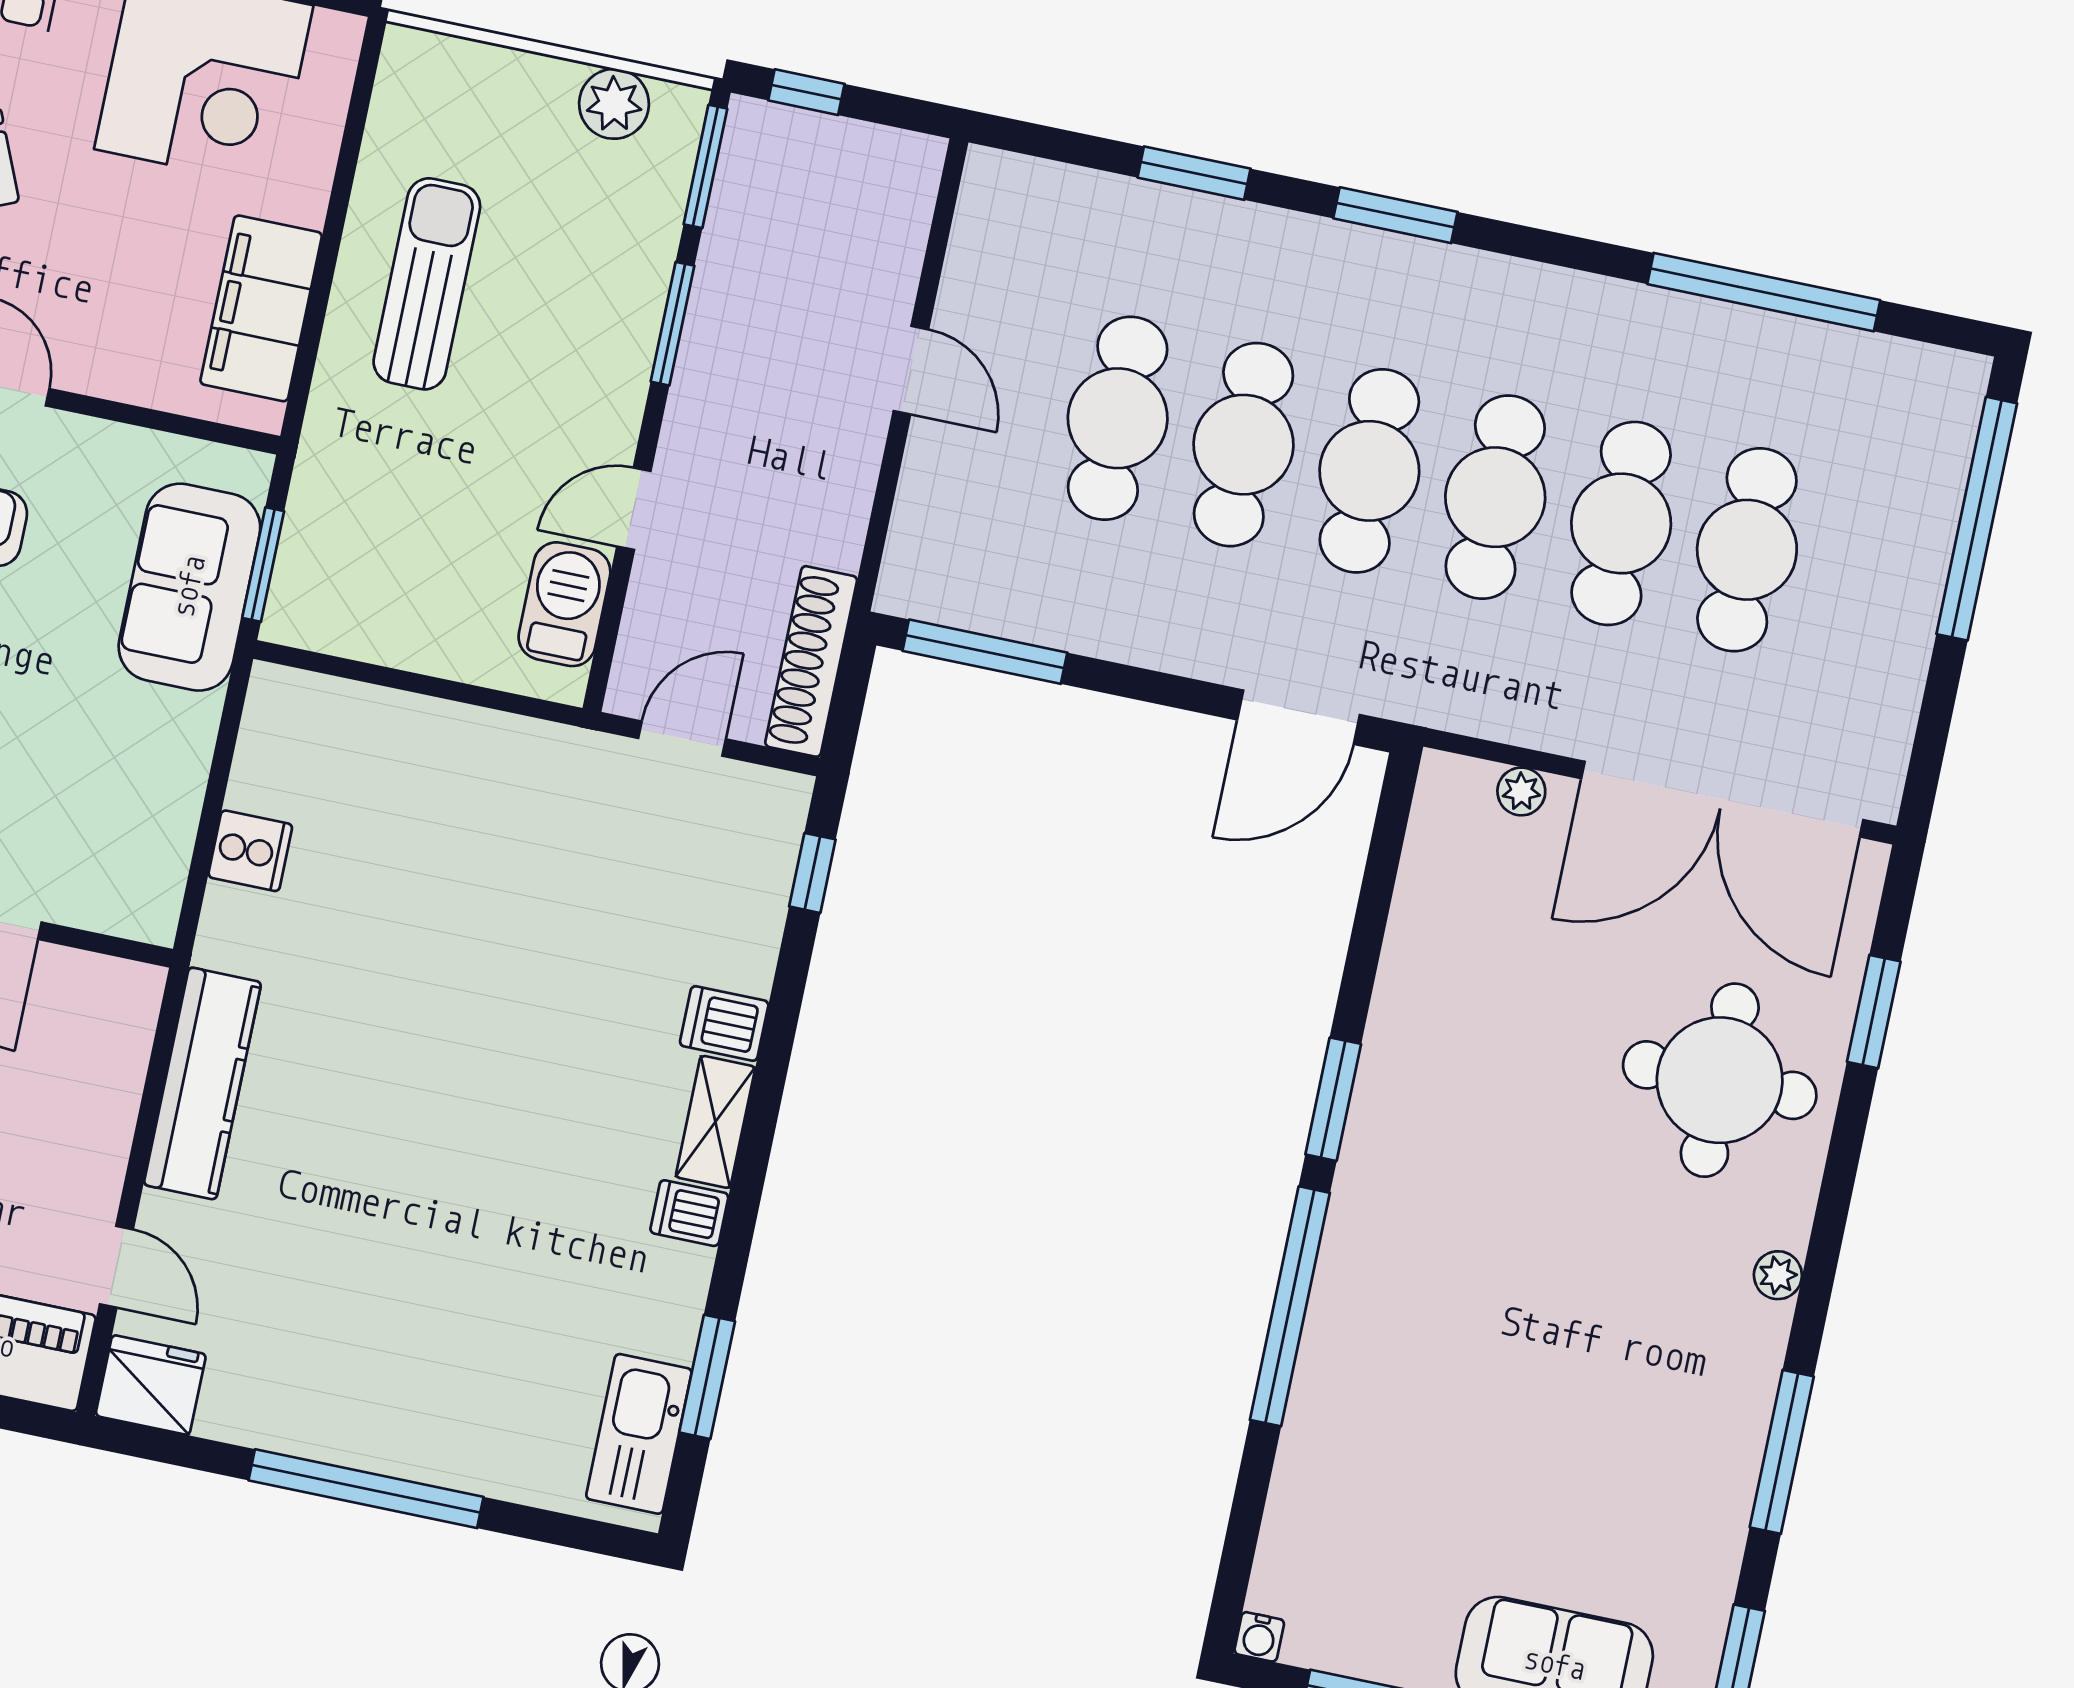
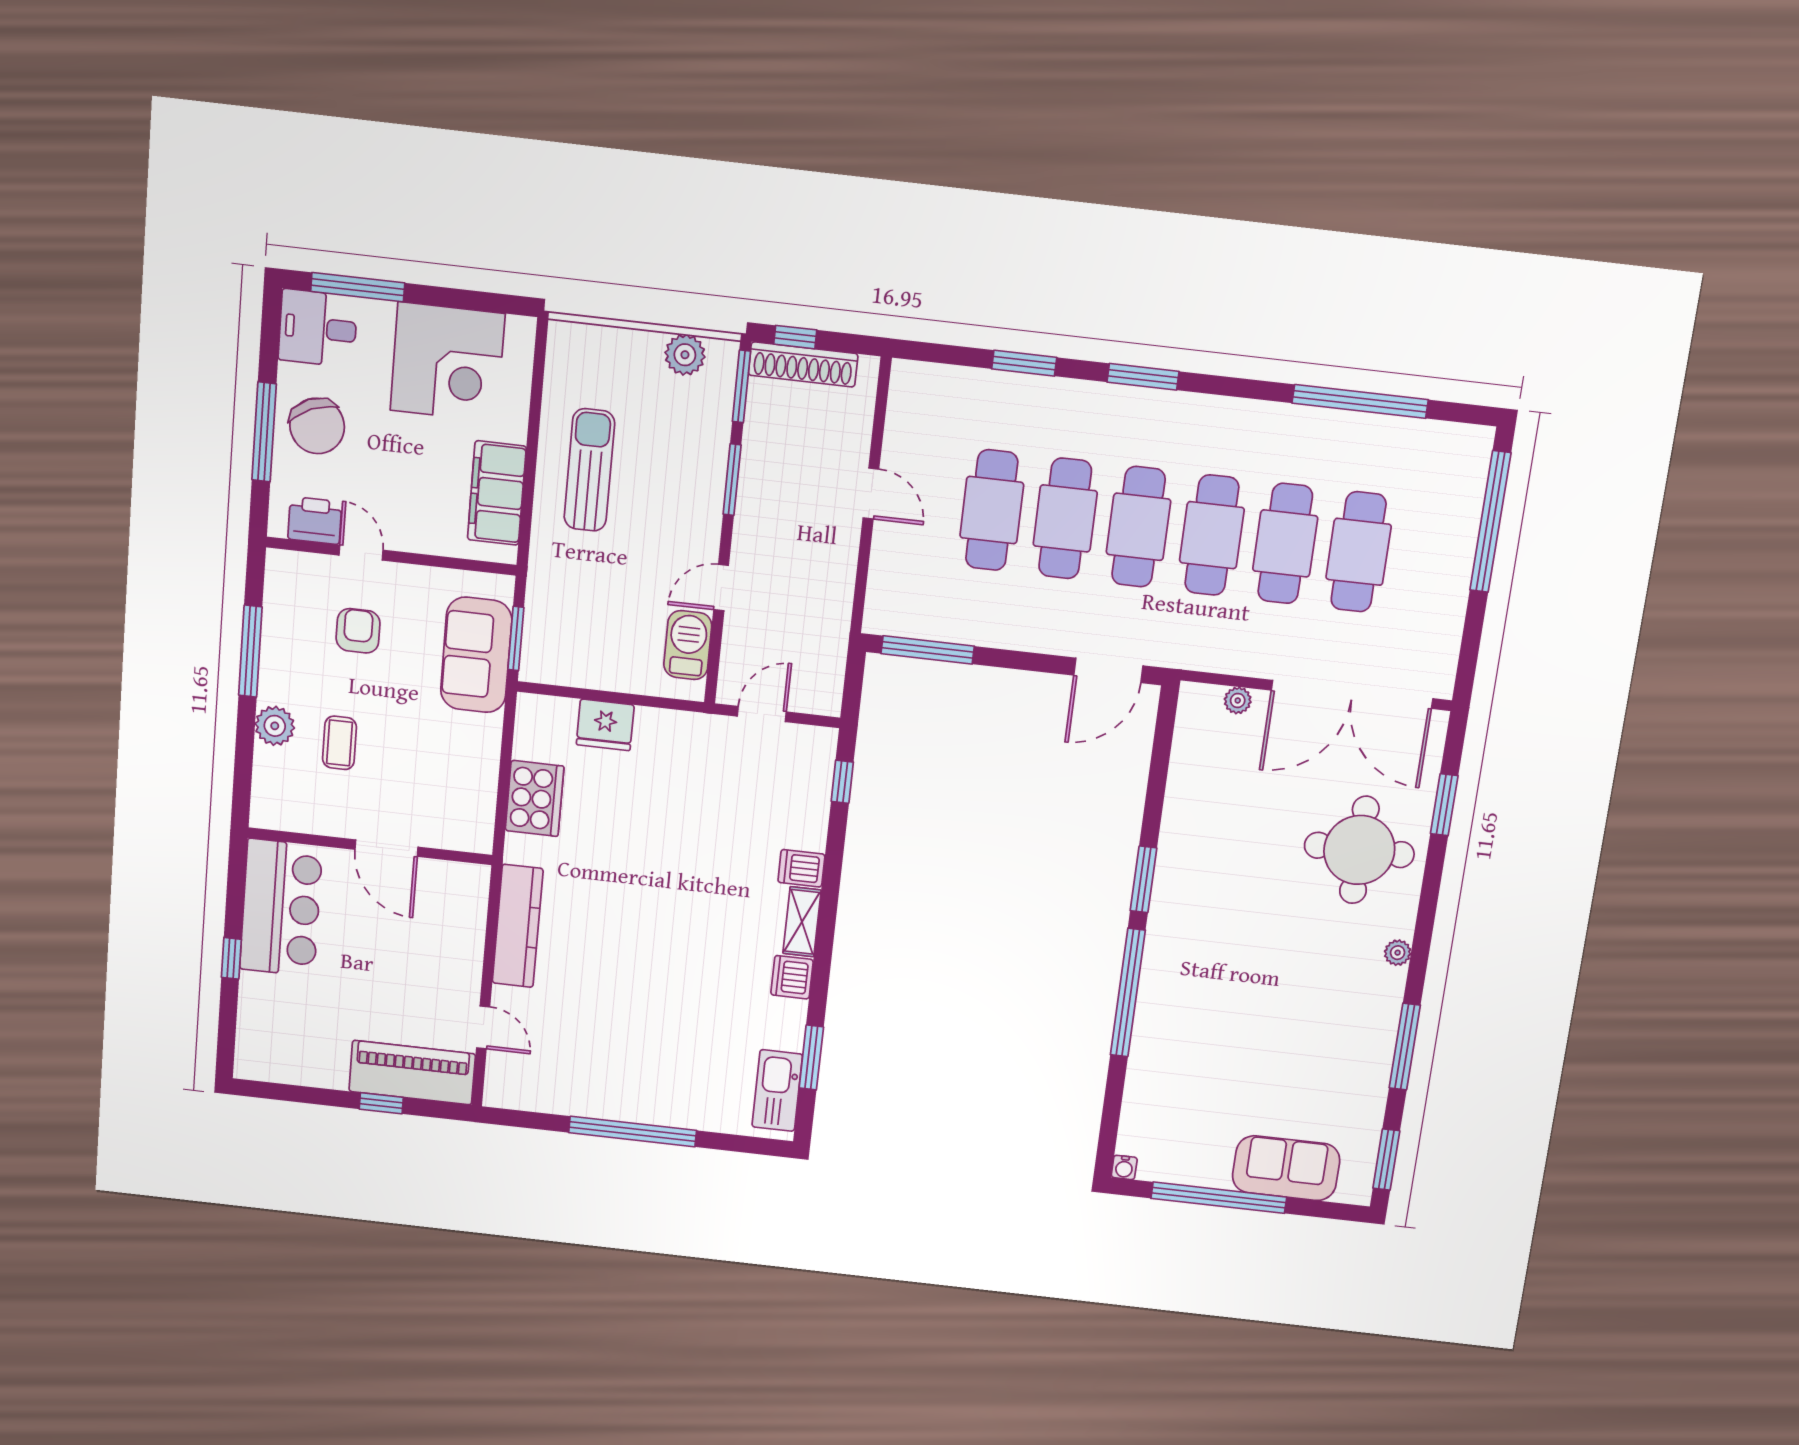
shoe rack: (811, 661) -> (803, 364), moved, turned -90
cooker: (250, 851) -> (535, 798), width x1.87, depth x1.31
dishwasher: (689, 1213) -> (792, 977), width x1.38
fridge: (151, 1385) -> (605, 725), moved, turned 180

